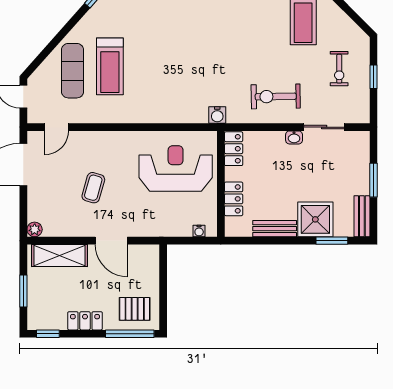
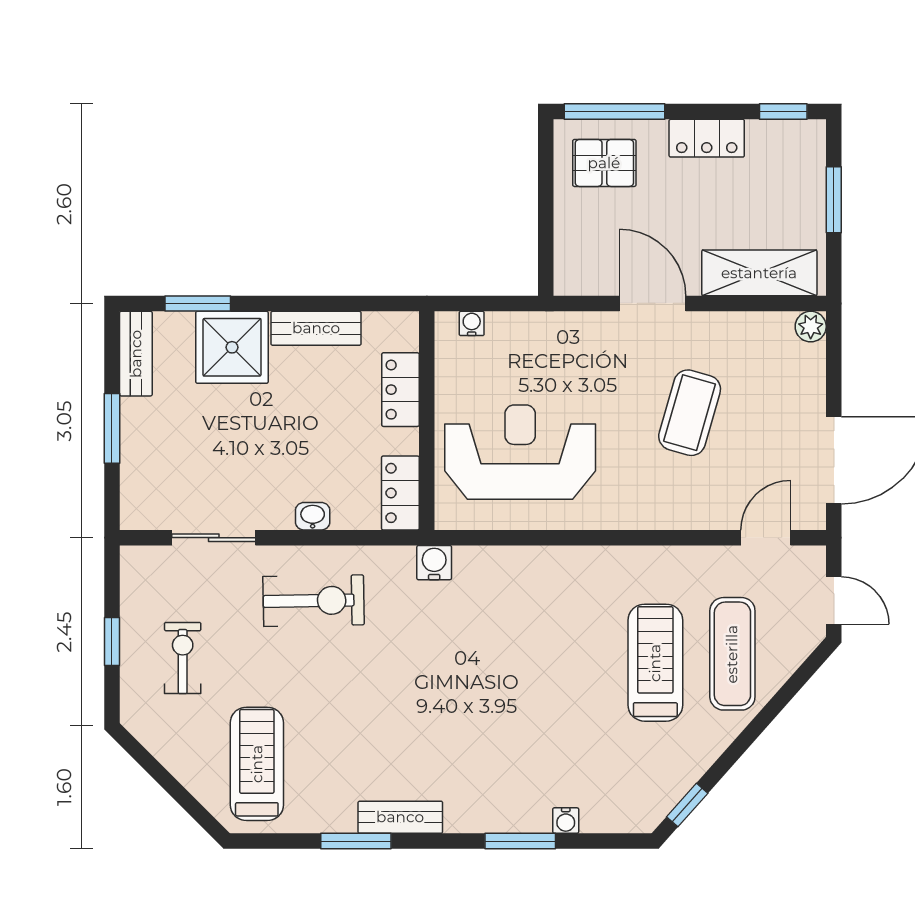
washbasin: (294, 137) -> (313, 516), moved
reception desk: (176, 169) -> (520, 452), turned 180
coffee table: (93, 188) -> (690, 413), width x1.36, depth x1.30

